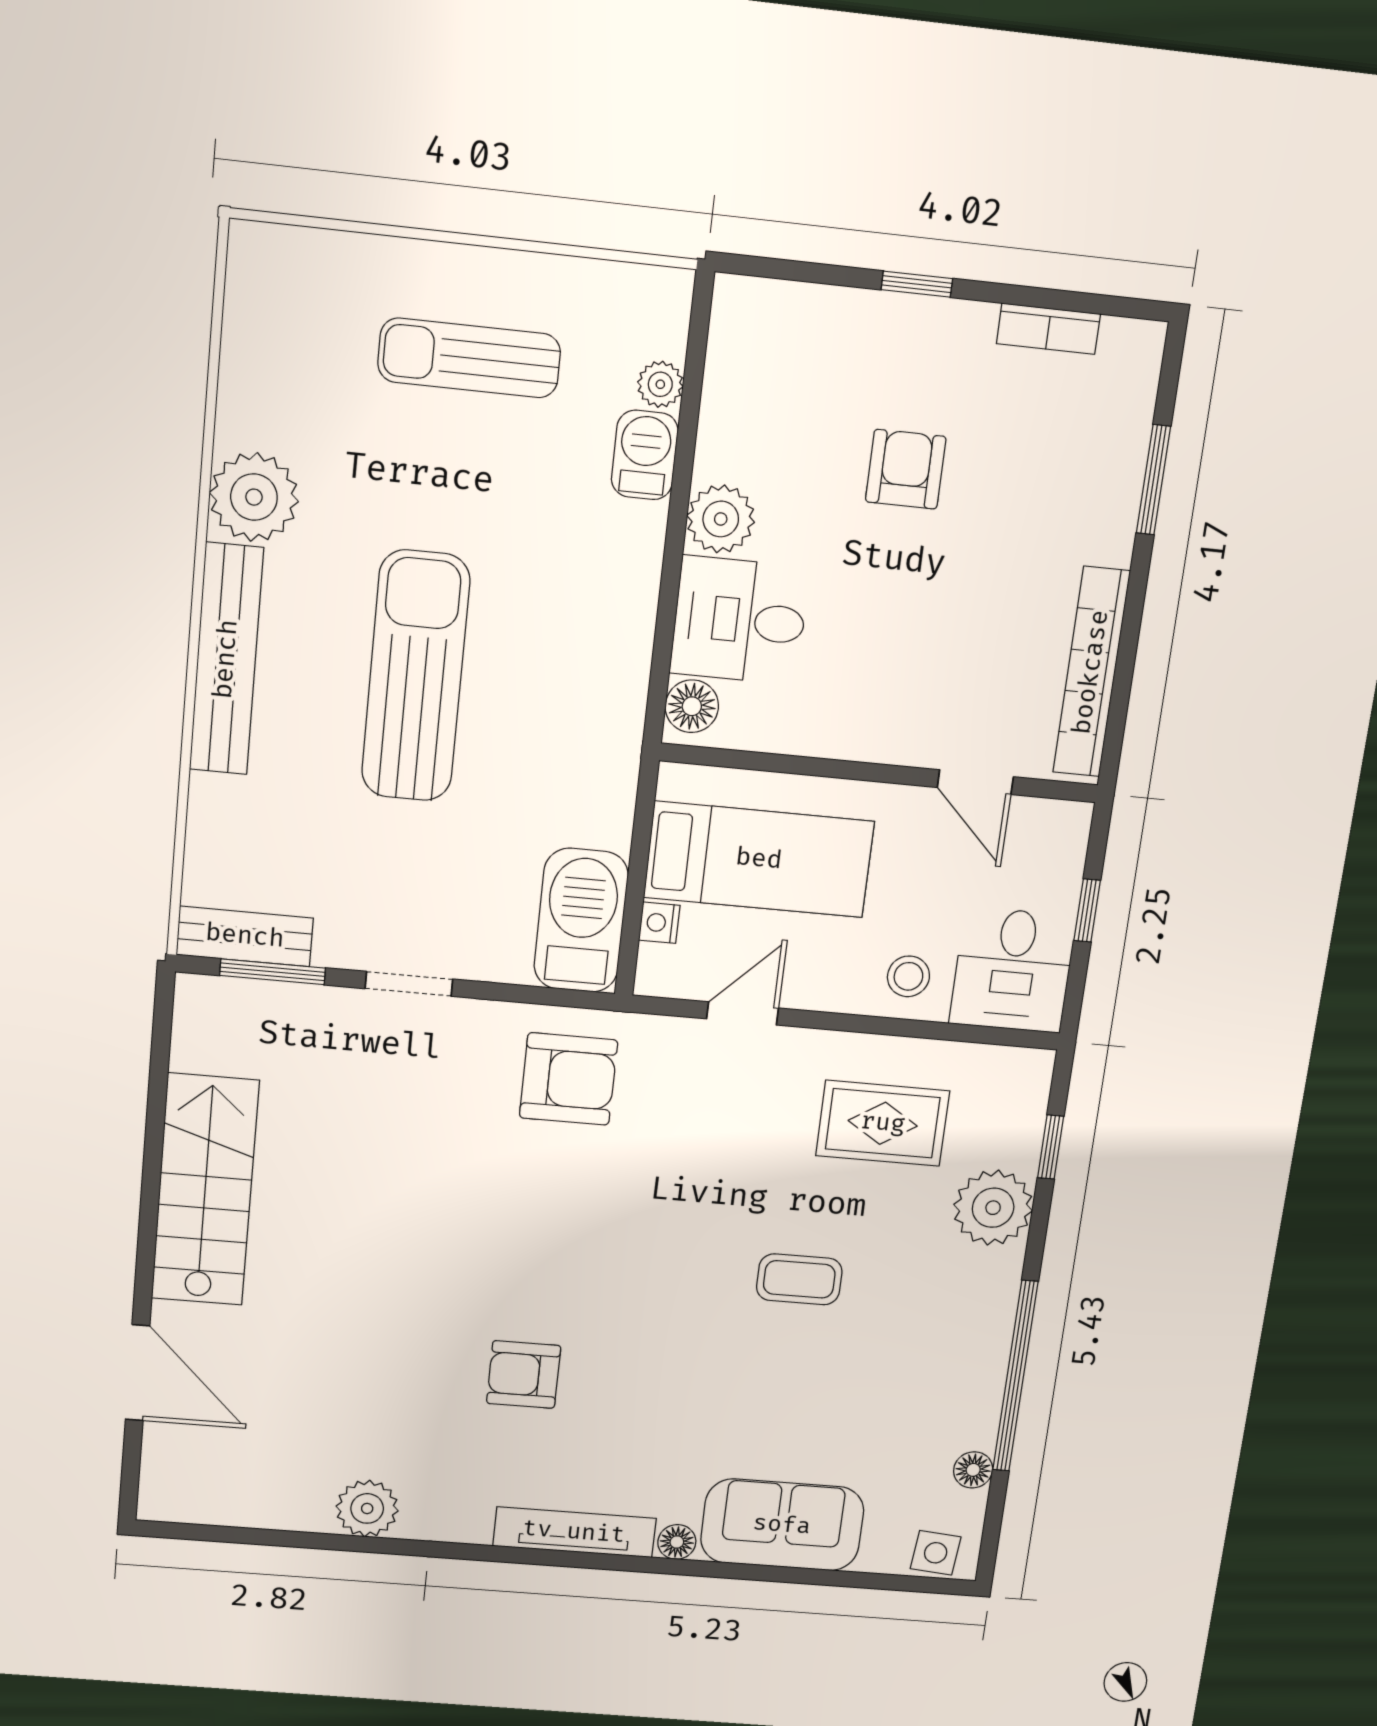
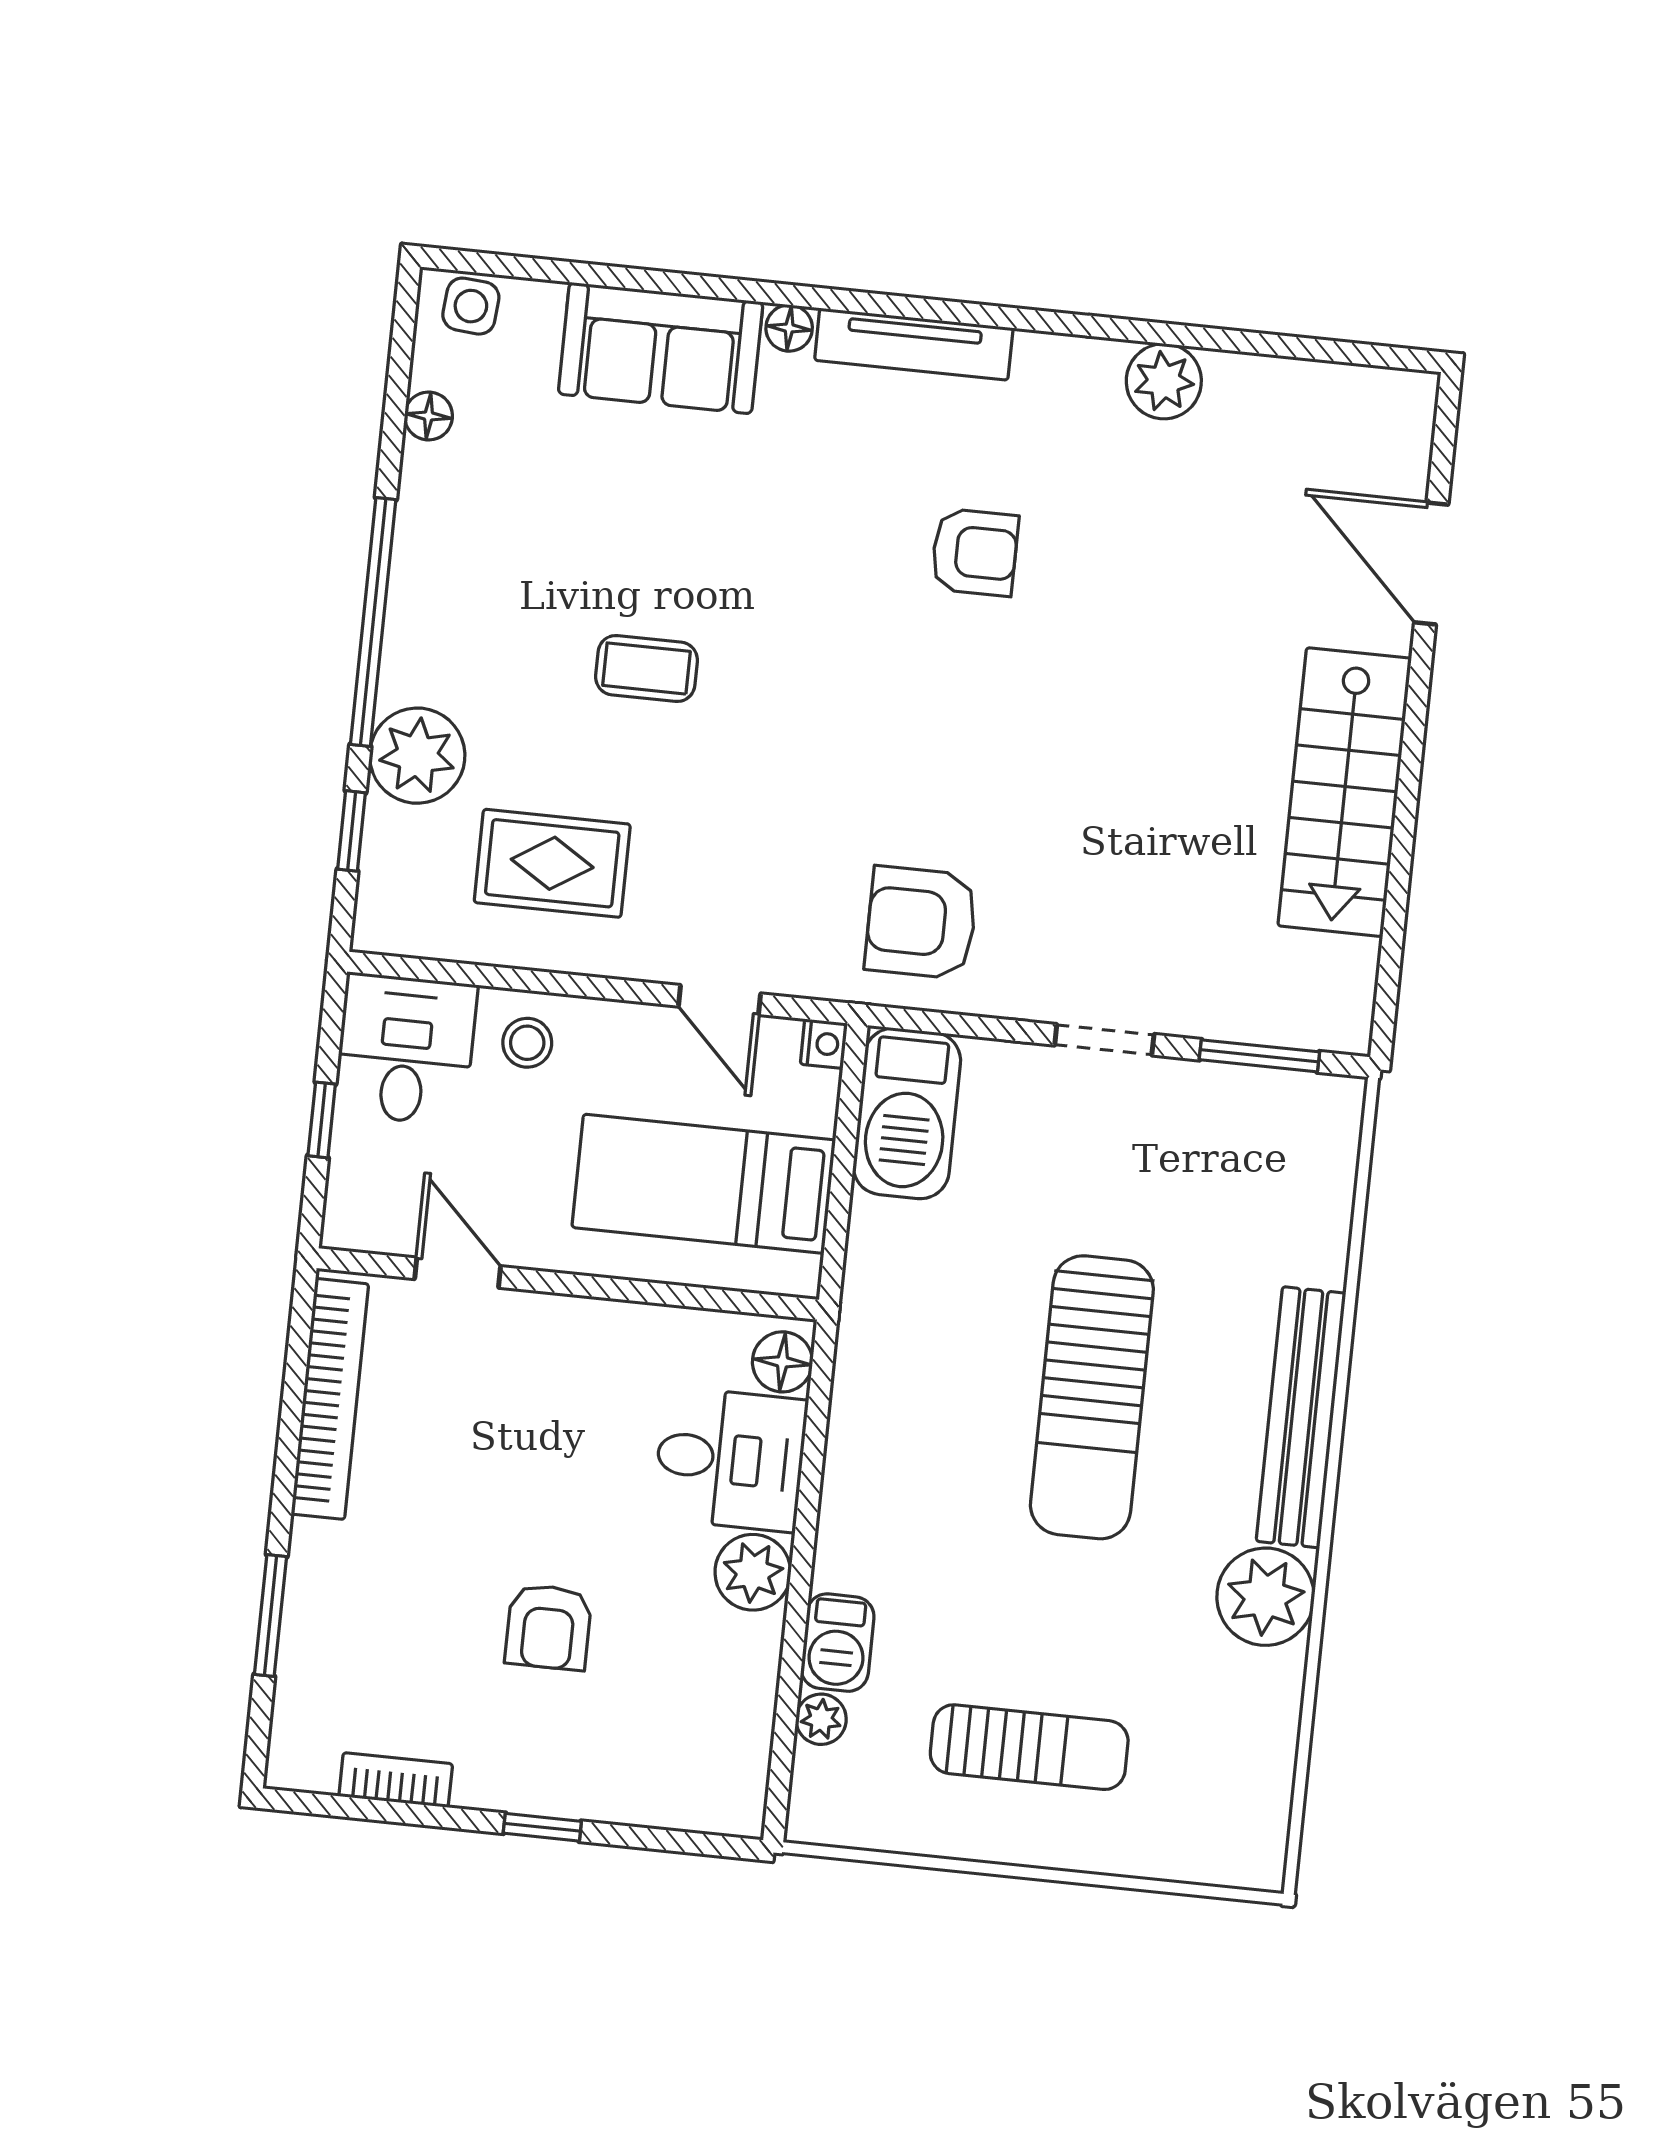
nightstand: (659, 923) -> (824, 1044), moved
bench: (245, 936) -> (1290, 1098), removed
door: (743, 1013) -> (719, 1000), hinge flipped
window: (1015, 1376) -> (373, 622), moved

